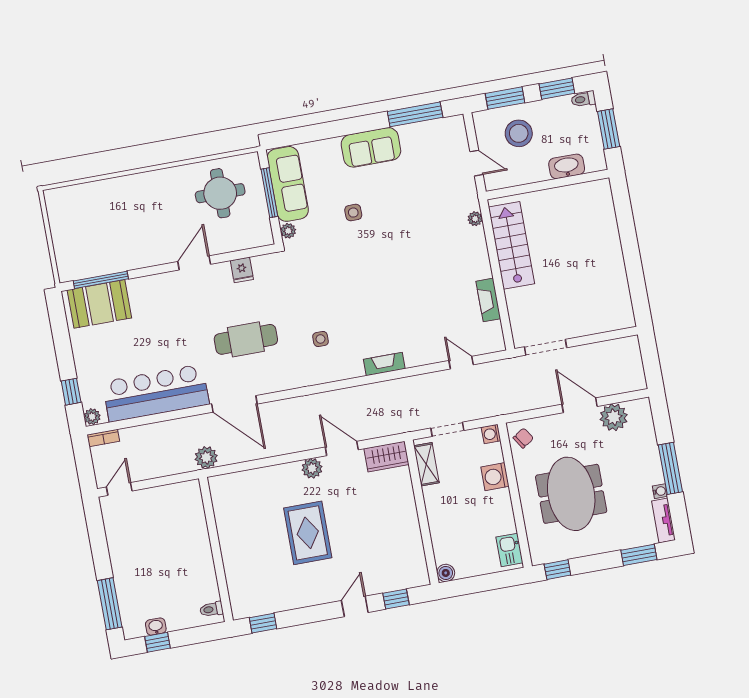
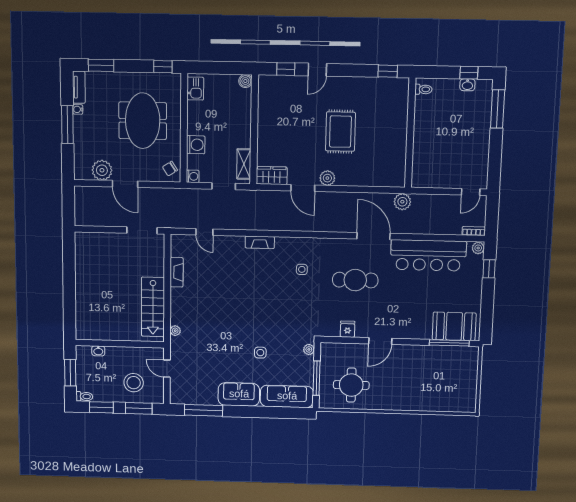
washbasin: (567, 166) -> (98, 351), width x0.52, depth x0.69
sofa: (288, 184) -> (287, 396), moved, turned 90

